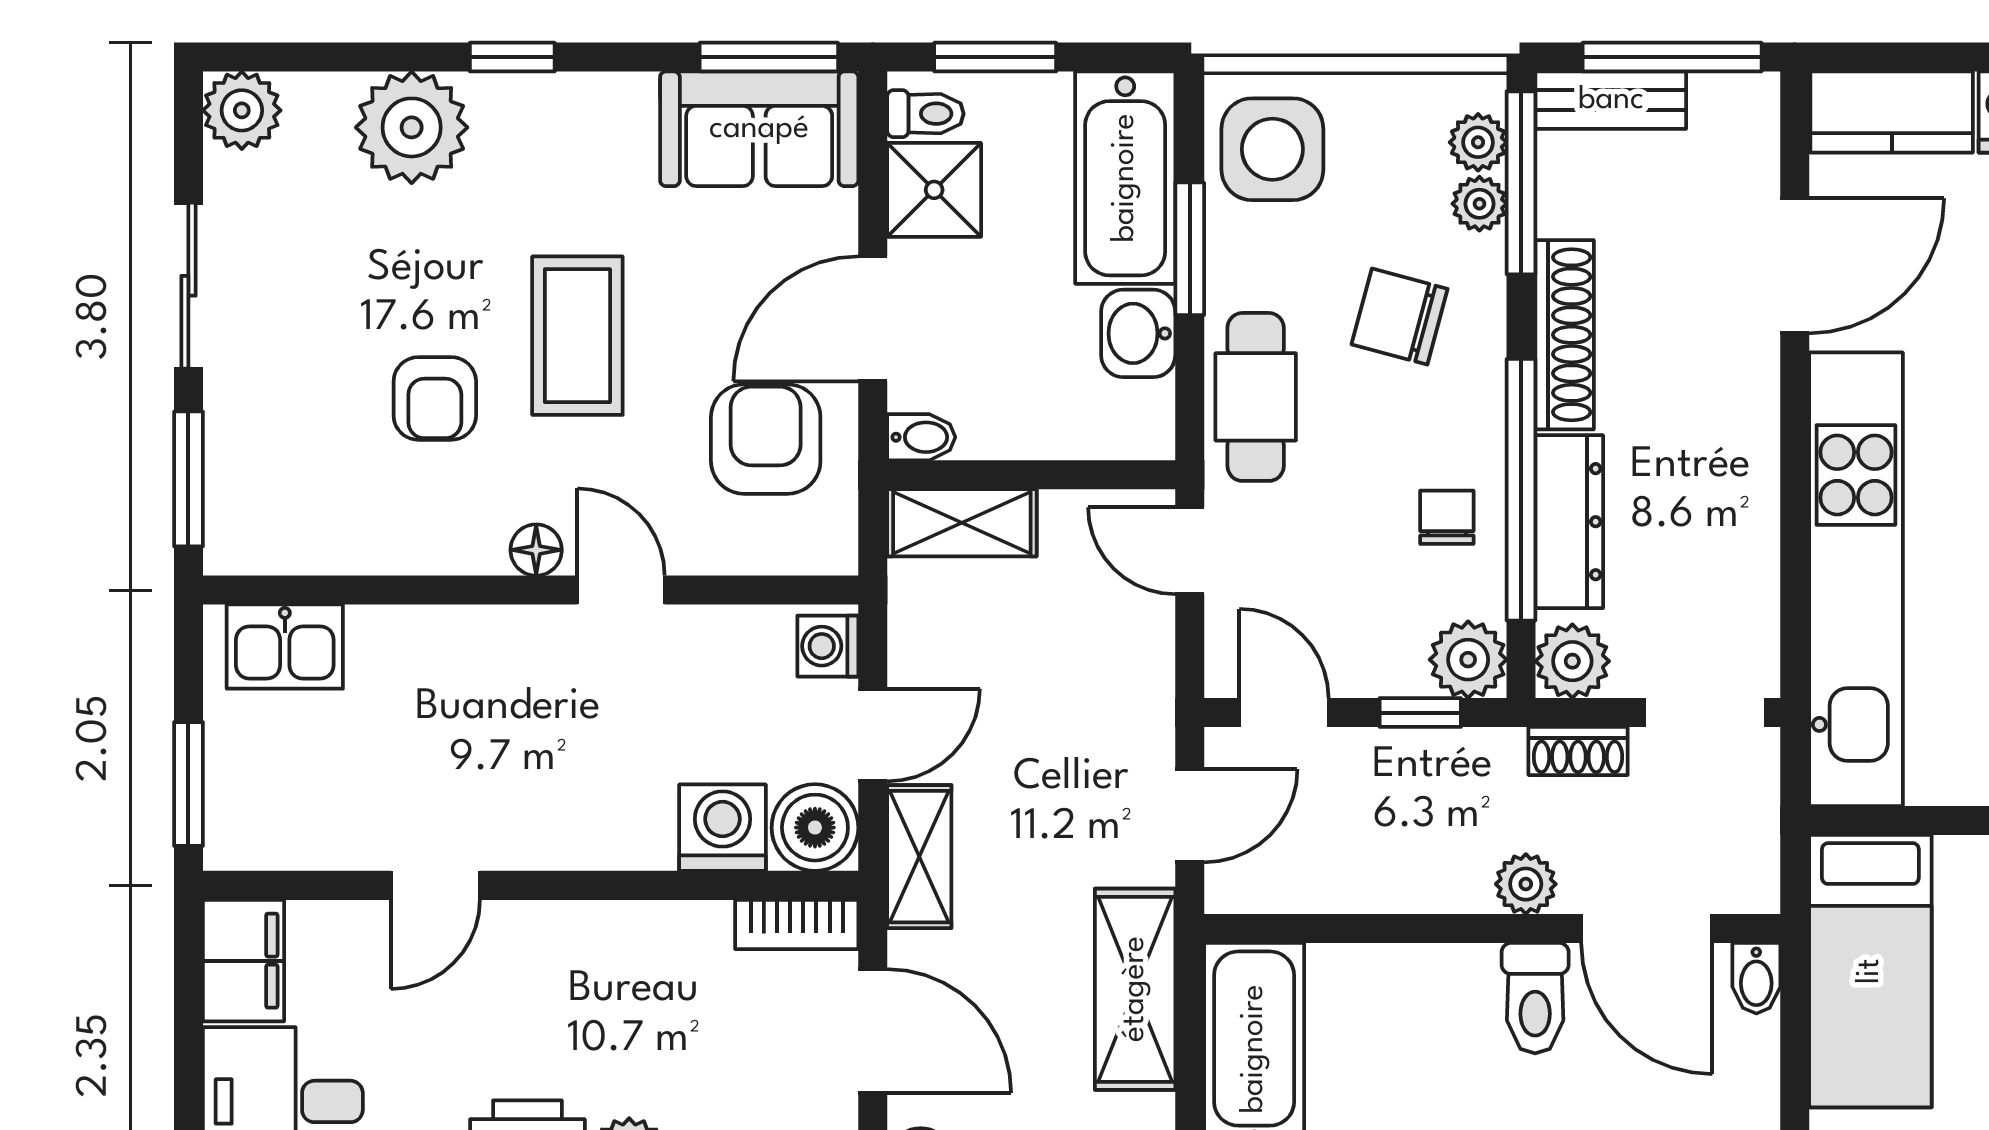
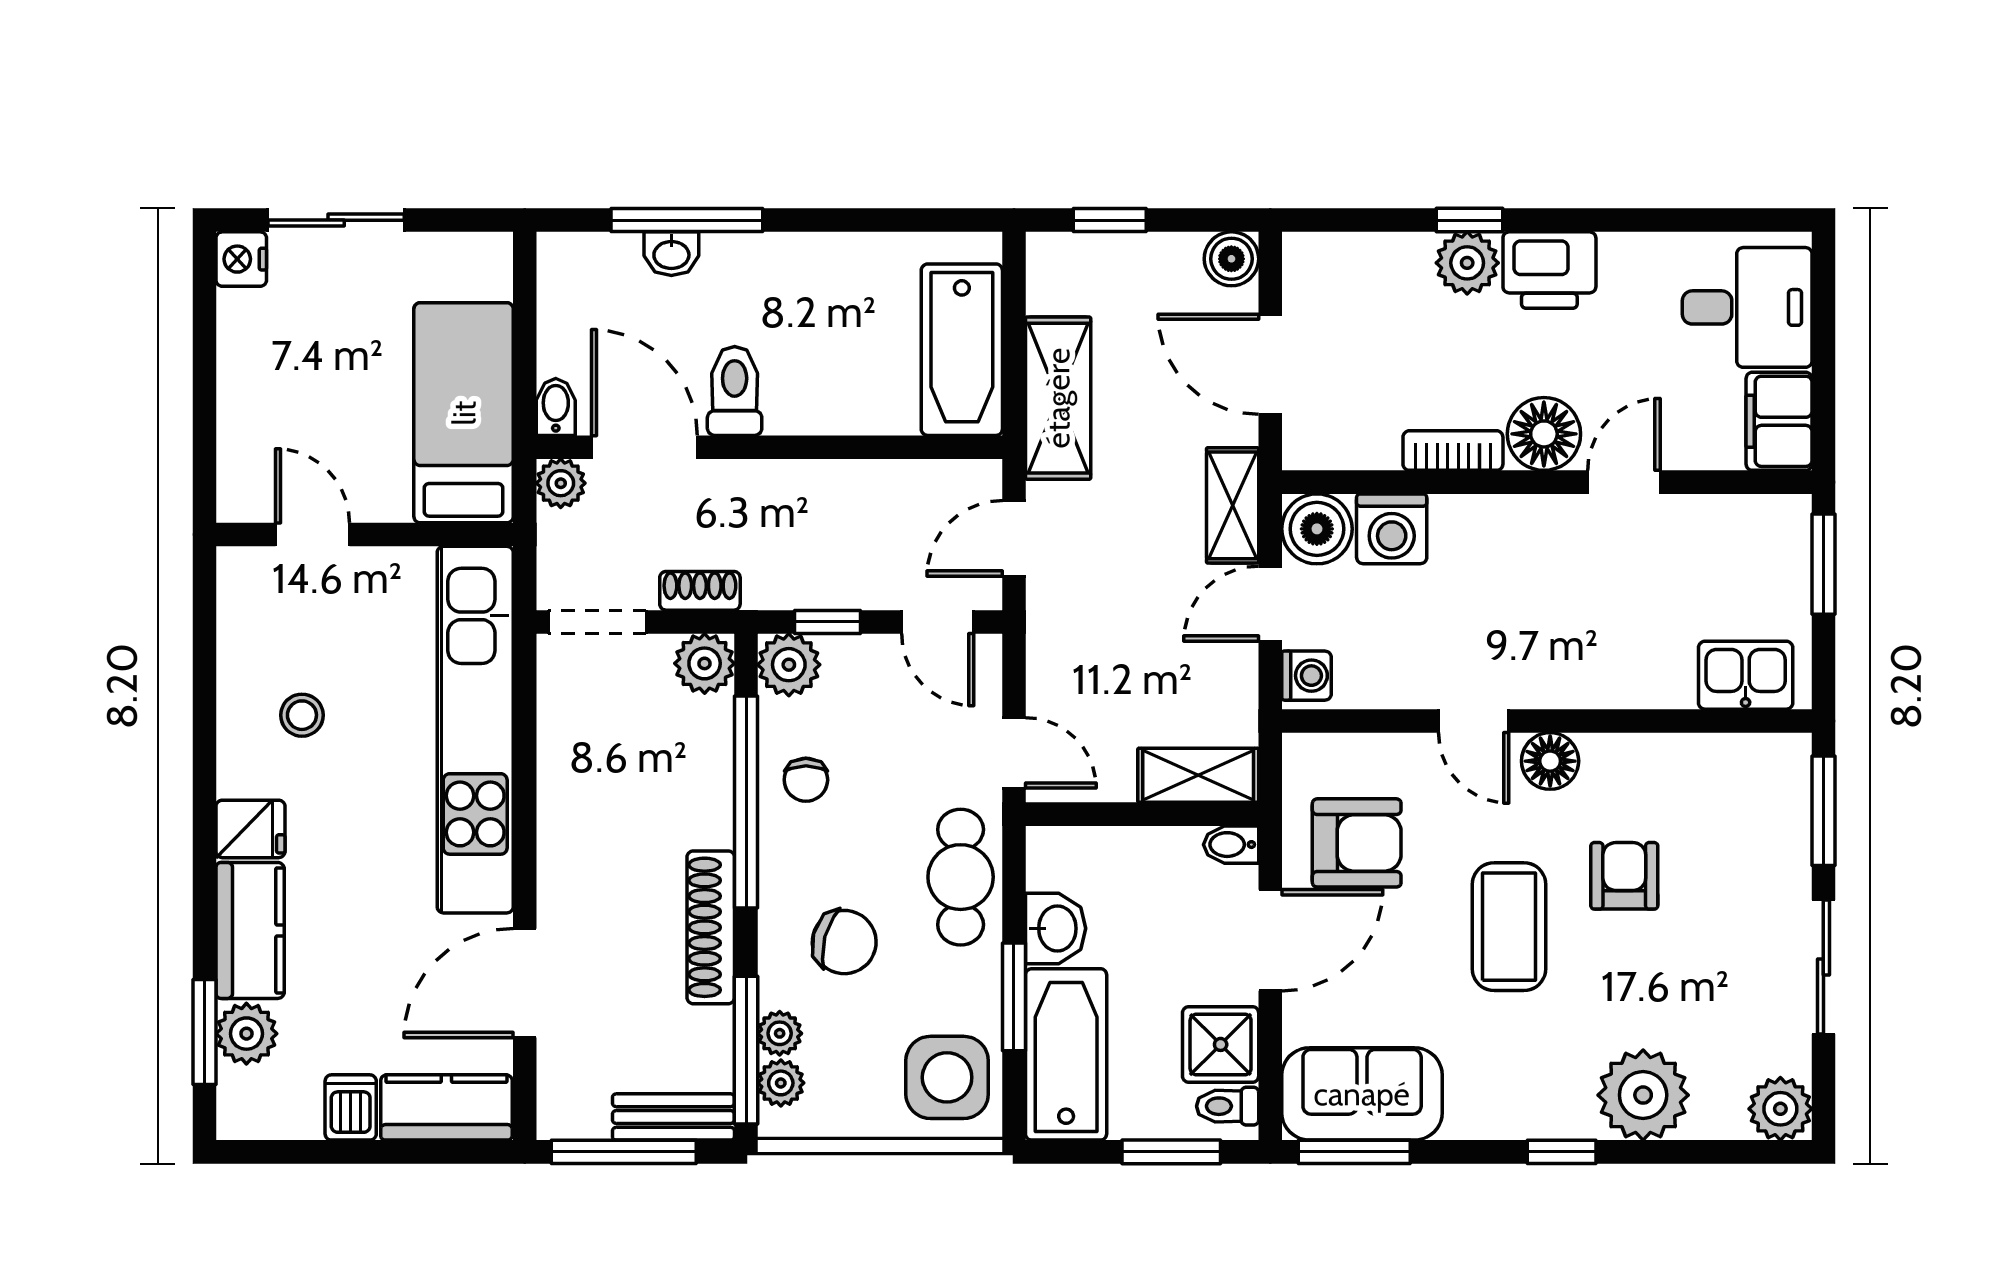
armchair: (766, 439) -> (1357, 843), turned -90
dresser: (1569, 522) -> (707, 776), removed
floor lamp: (536, 550) -> (1550, 761), width x1.37, depth x1.37
plant: (1526, 884) -> (561, 483), moved
bookcase: (797, 924) -> (1453, 451), moved
floor lamp: (534, 945) -> (1544, 434), added

